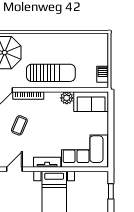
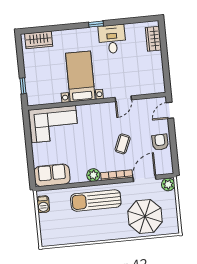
plant: (67, 98) -> (93, 175), moved
tv unit: (47, 162) -> (91, 109), removed

